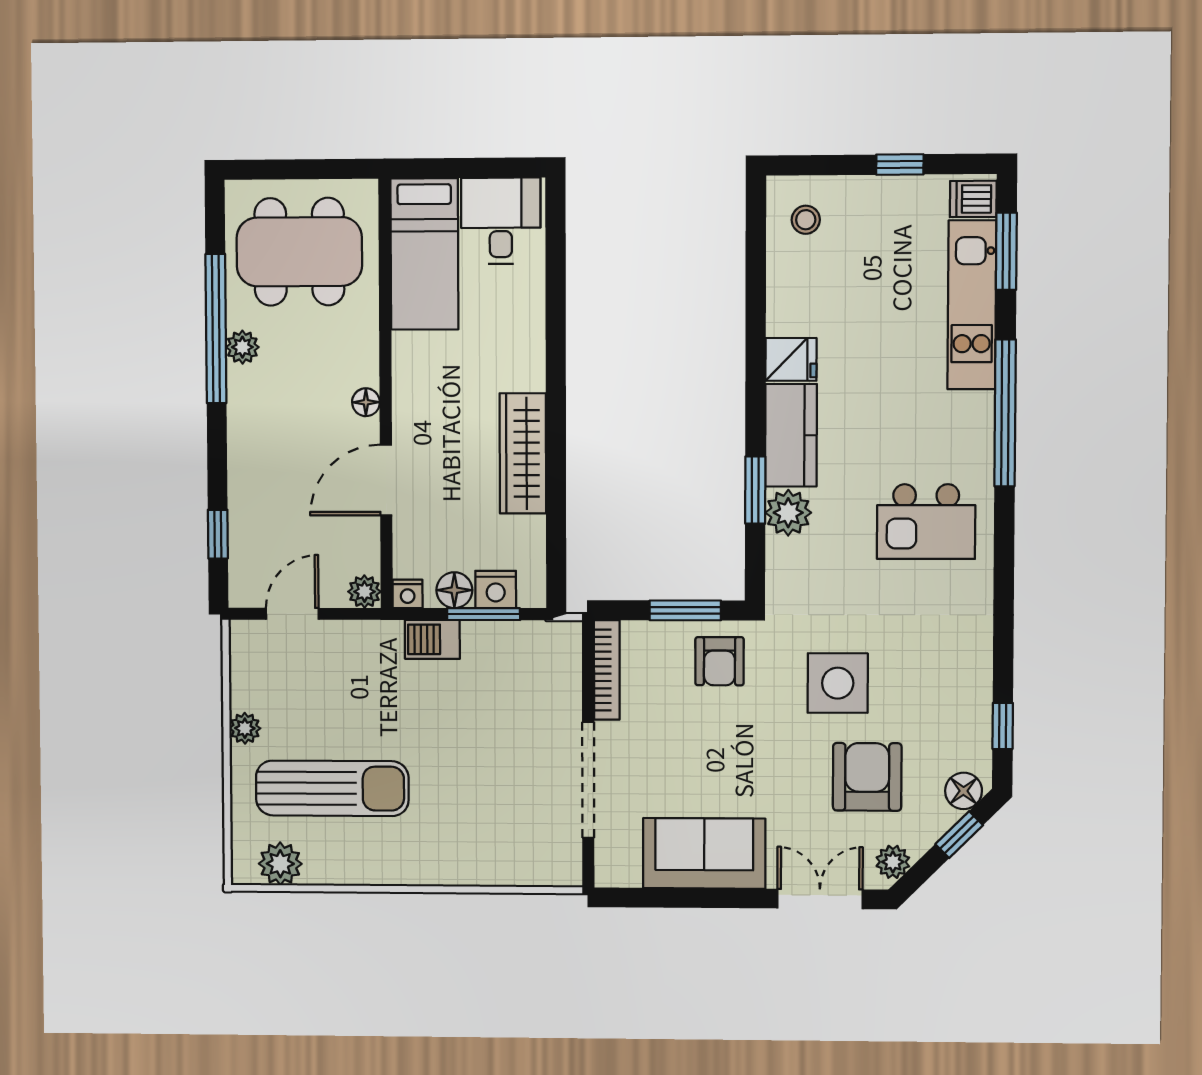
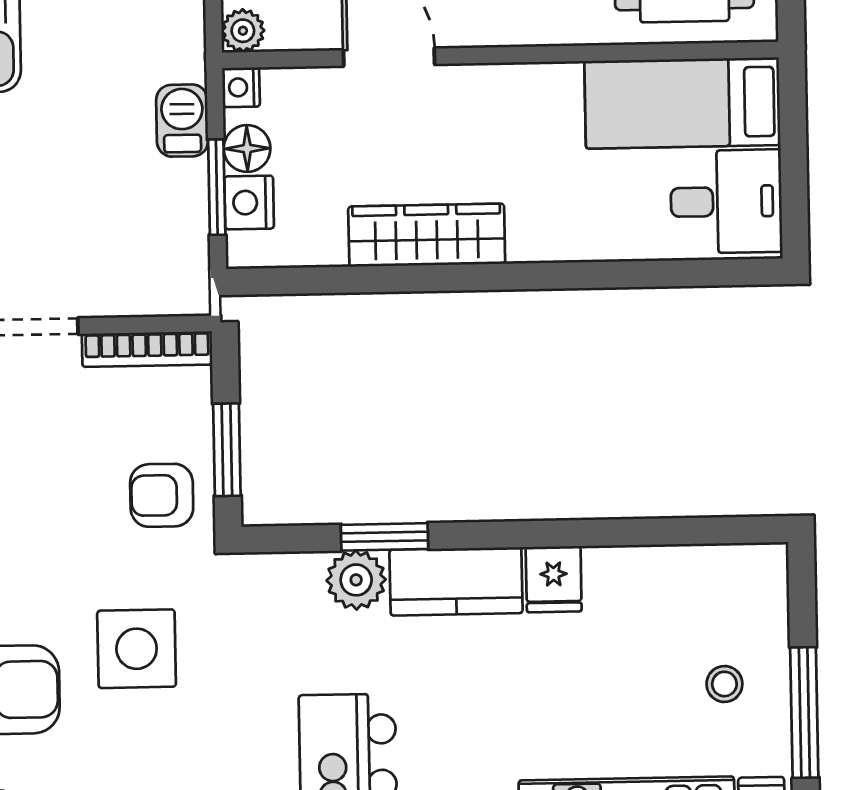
window: (900, 164) -> (804, 713), width x2.17
stool: (806, 220) -> (724, 684), moved
floor lamp: (366, 402) -> (490, 29), removed

